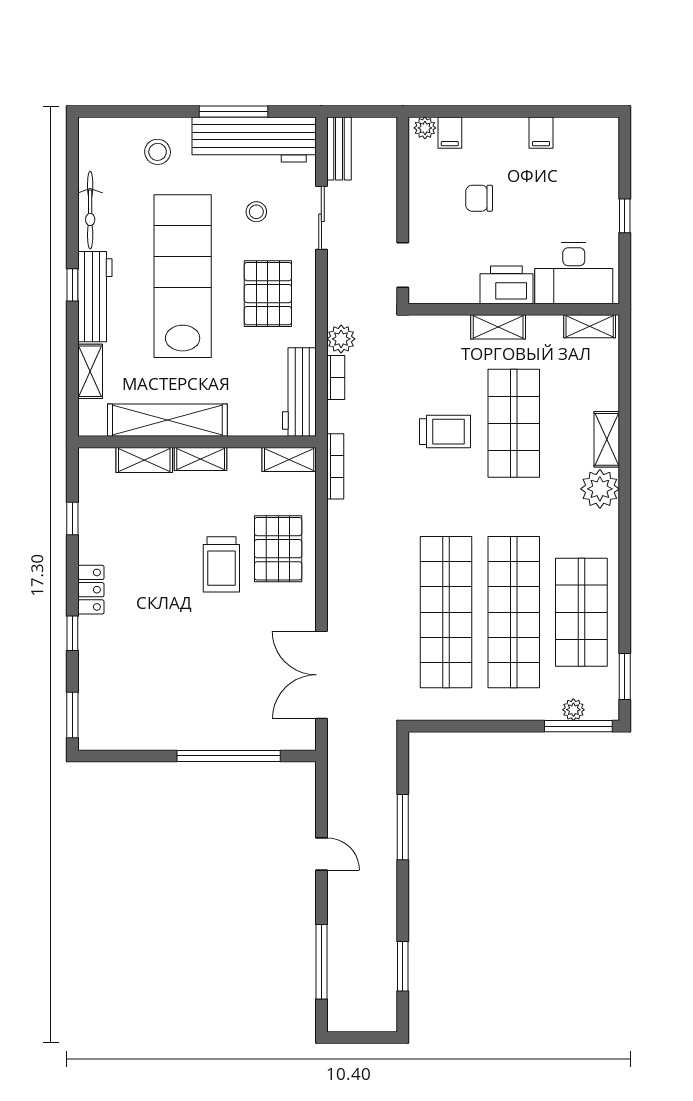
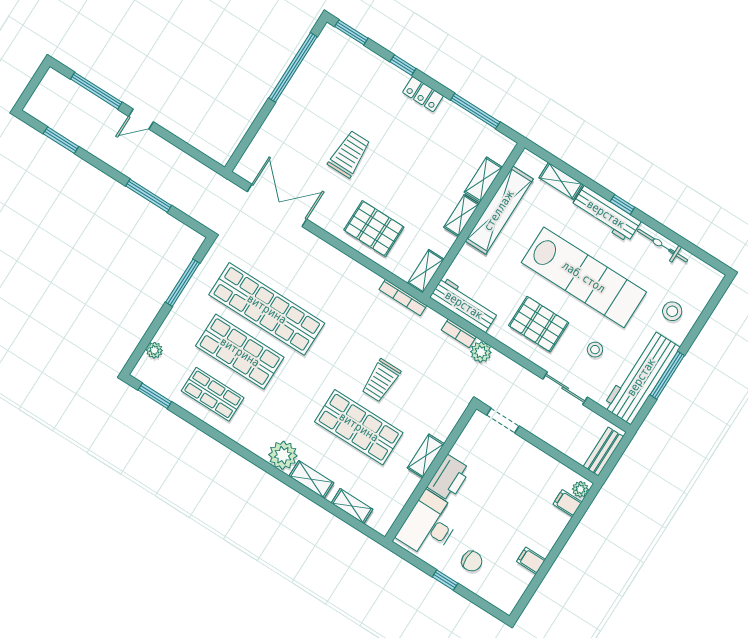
bench: (339, 149) -> (603, 452), moved, turned 90
chair: (479, 198) -> (472, 561), moved, turned 90
shelving: (590, 326) -> (352, 506), moved, turned 90
window: (72, 519) -> (475, 111), width x2.17
trolley: (221, 564) -> (349, 154), moved, turned 90
shop shelf: (514, 612) -> (240, 352), width x0.71
shop shelf: (581, 612) -> (213, 394), width x0.70, depth x0.74
window: (578, 726) -> (183, 283), moved
window: (229, 756) -> (293, 67), moved
door: (321, 854) -> (141, 119), moved

